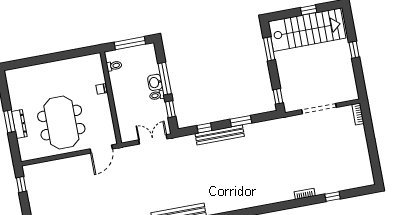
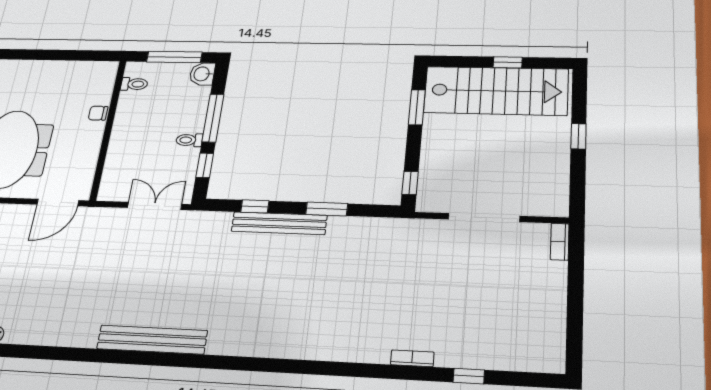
washbasin: (155, 82) -> (202, 74), moved

